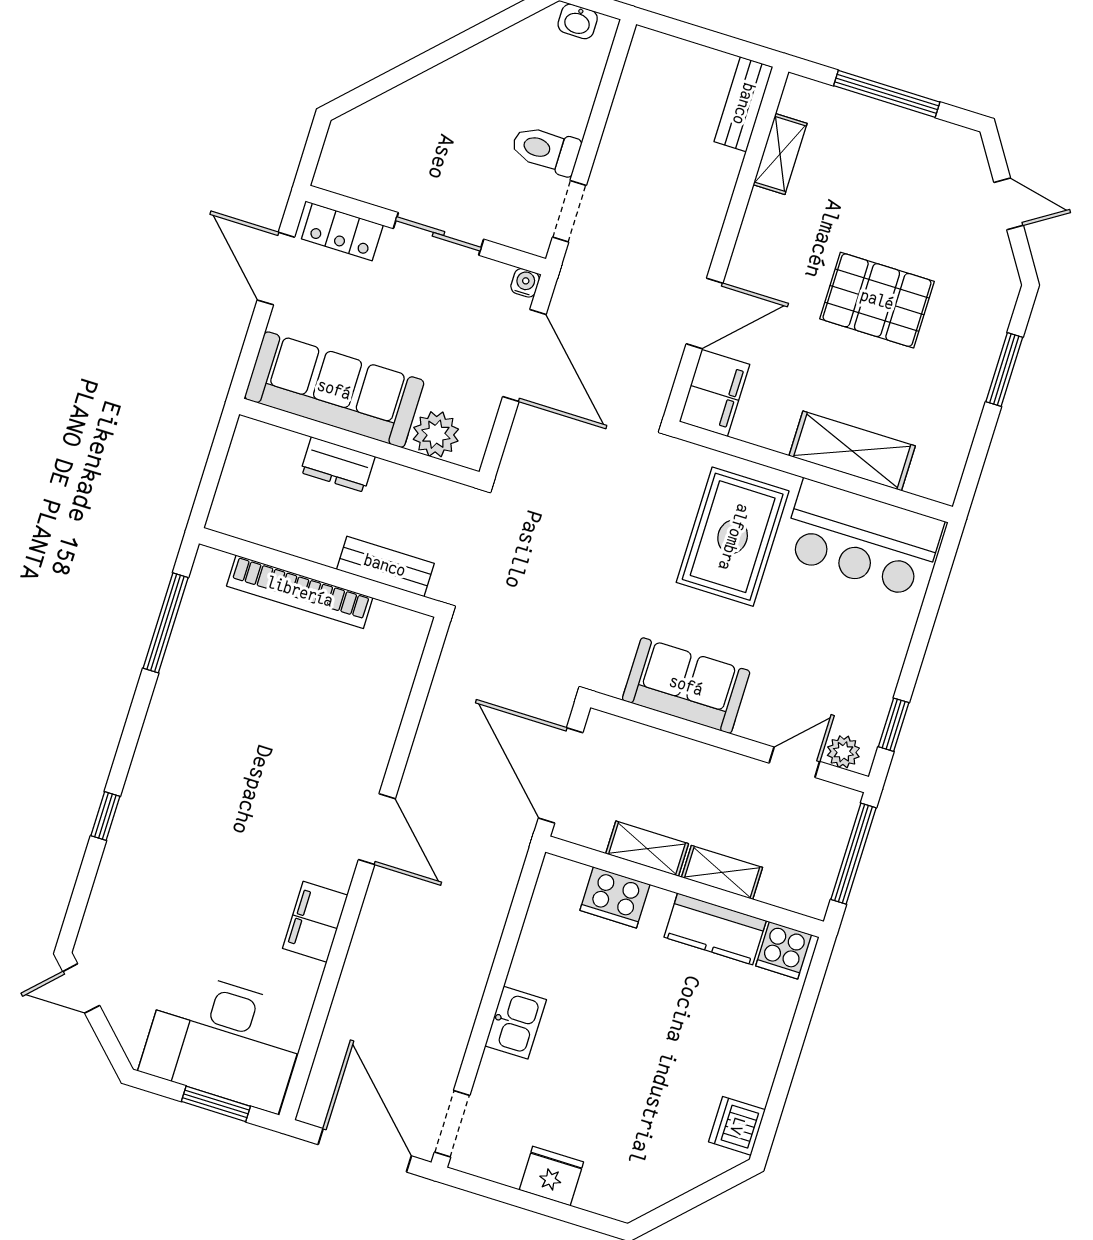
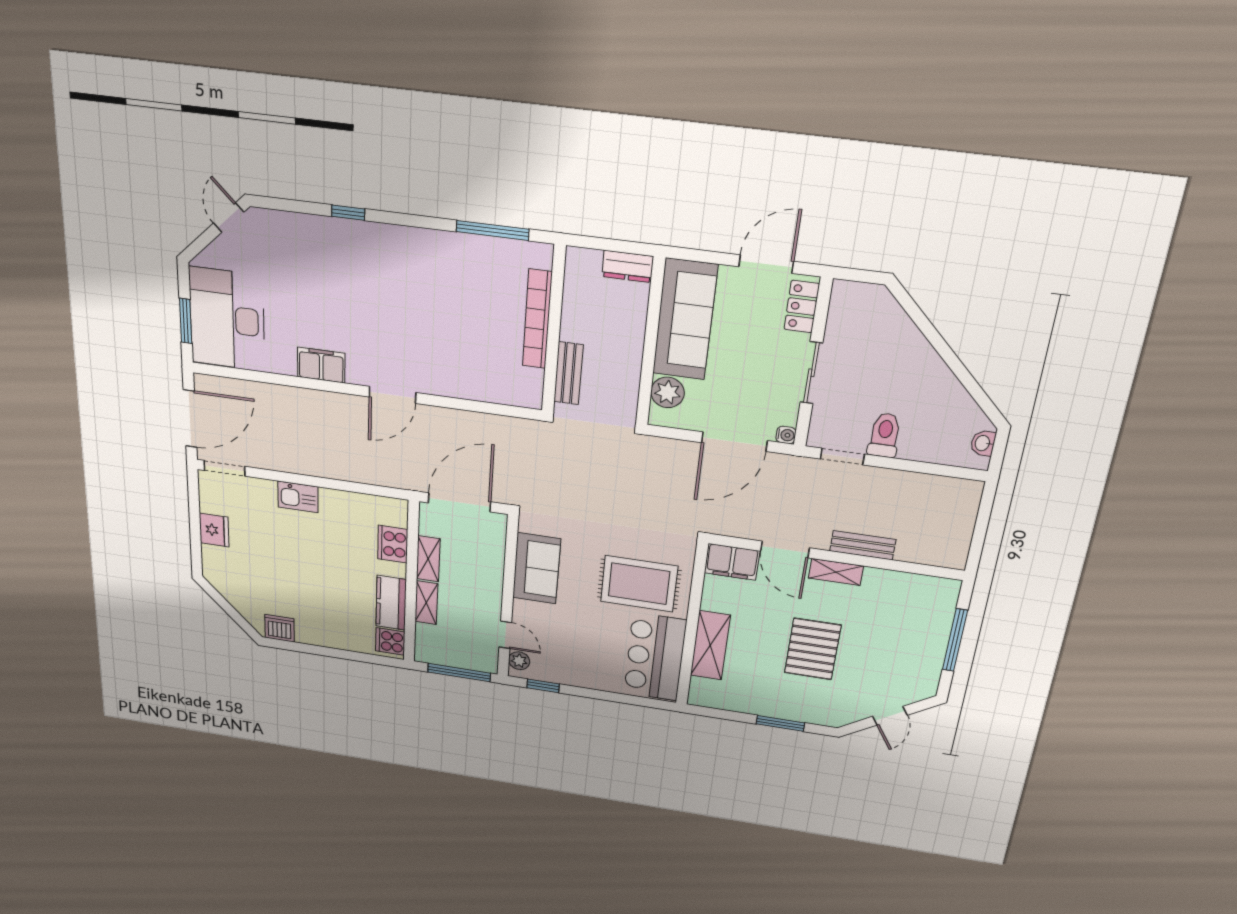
bench: (743, 104) -> (863, 545), moved
shelving: (780, 154) -> (836, 572), moved
dresser: (338, 464) -> (628, 266), moved, turned -90

